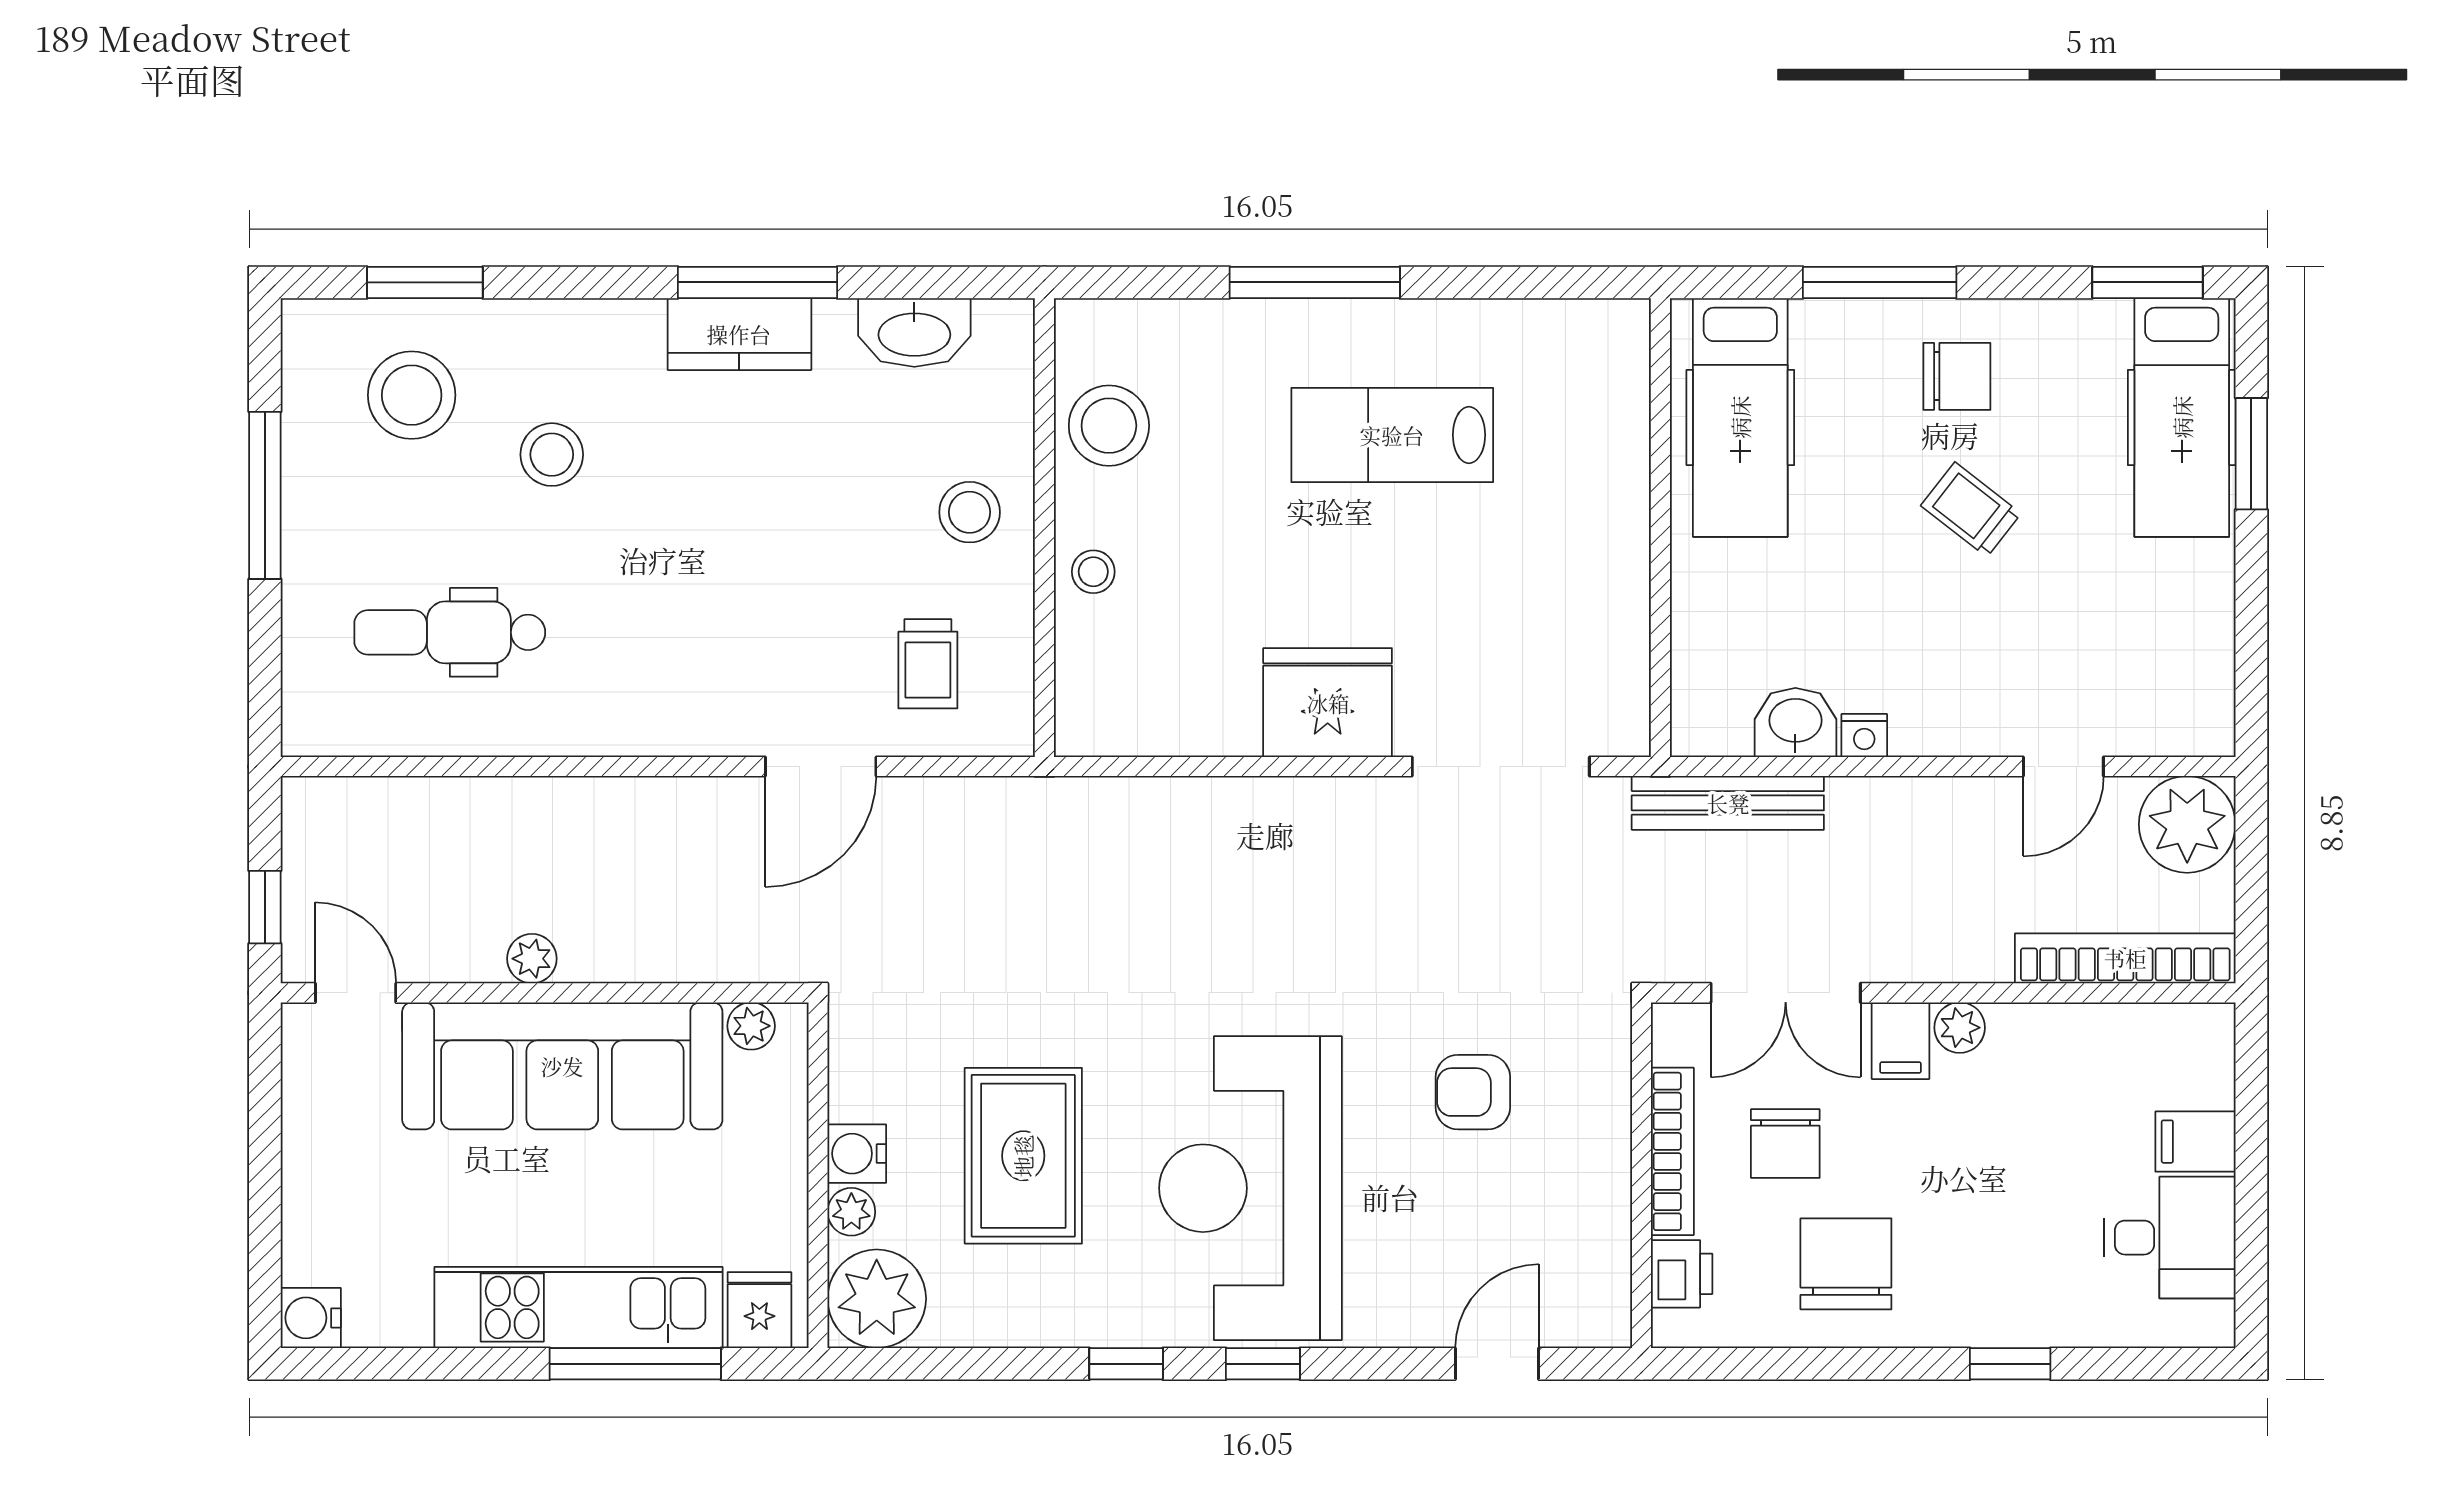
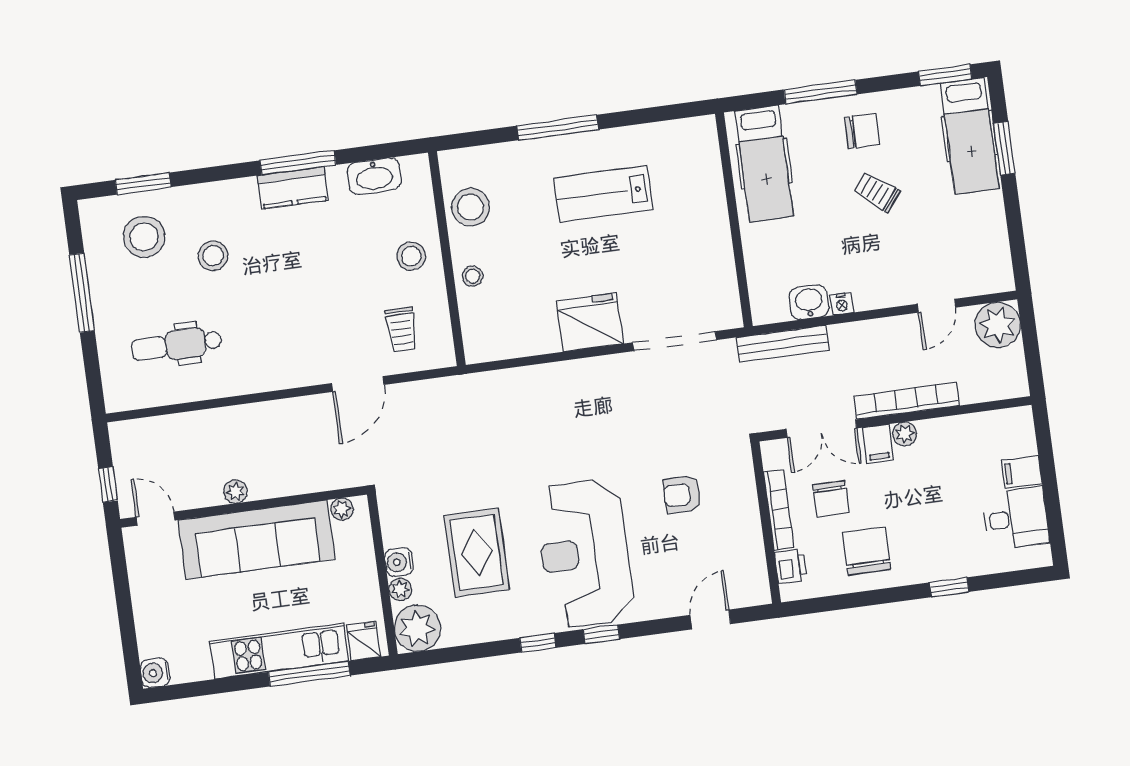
bookcase: (2125, 958) -> (906, 401), moved

